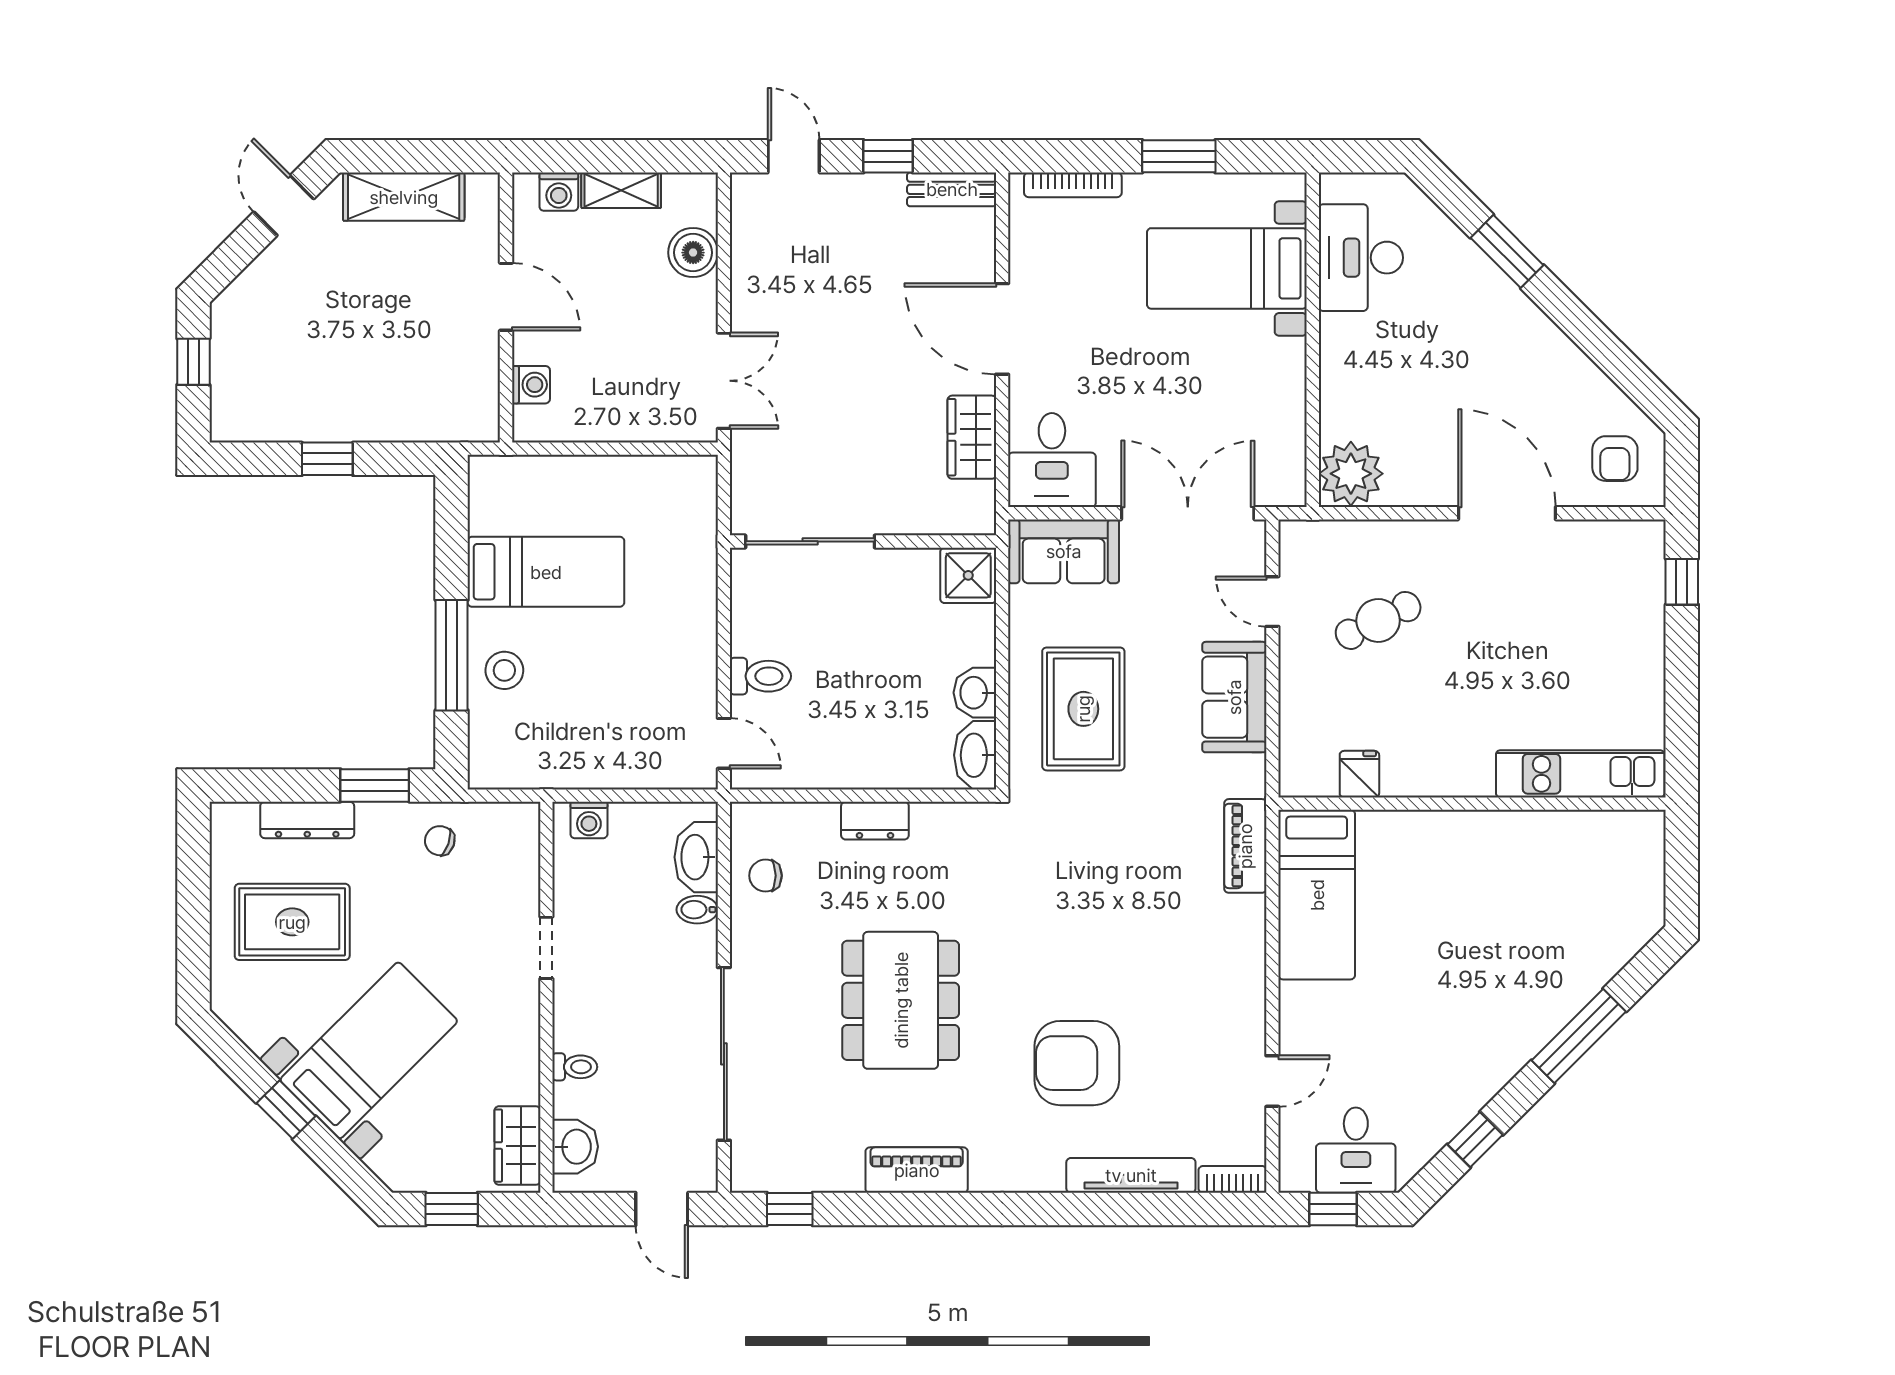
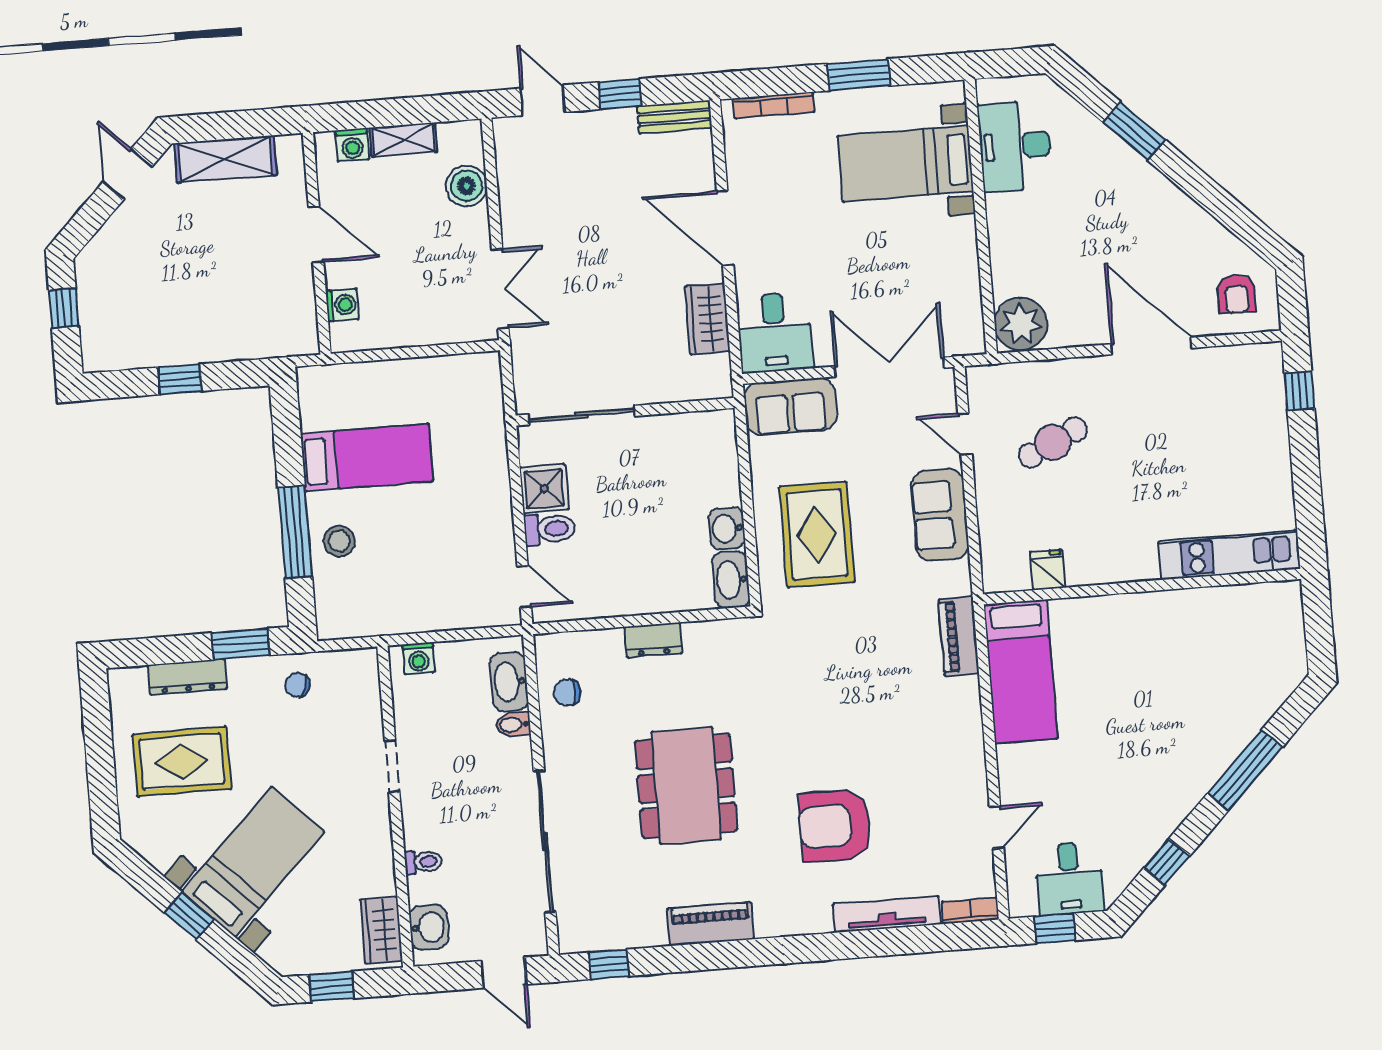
shower: (968, 575) -> (544, 488), moved

